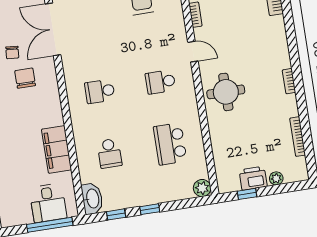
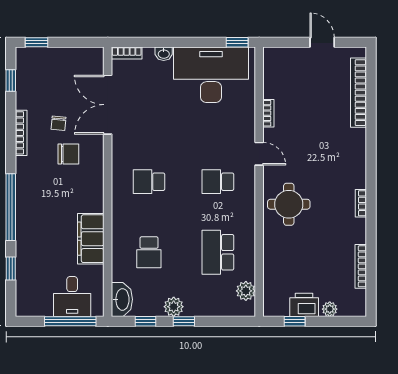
chair: (25, 78) -> (68, 154), turned 90
plant: (202, 188) -> (246, 291), moved
plant: (139, 198) -> (174, 307), added

